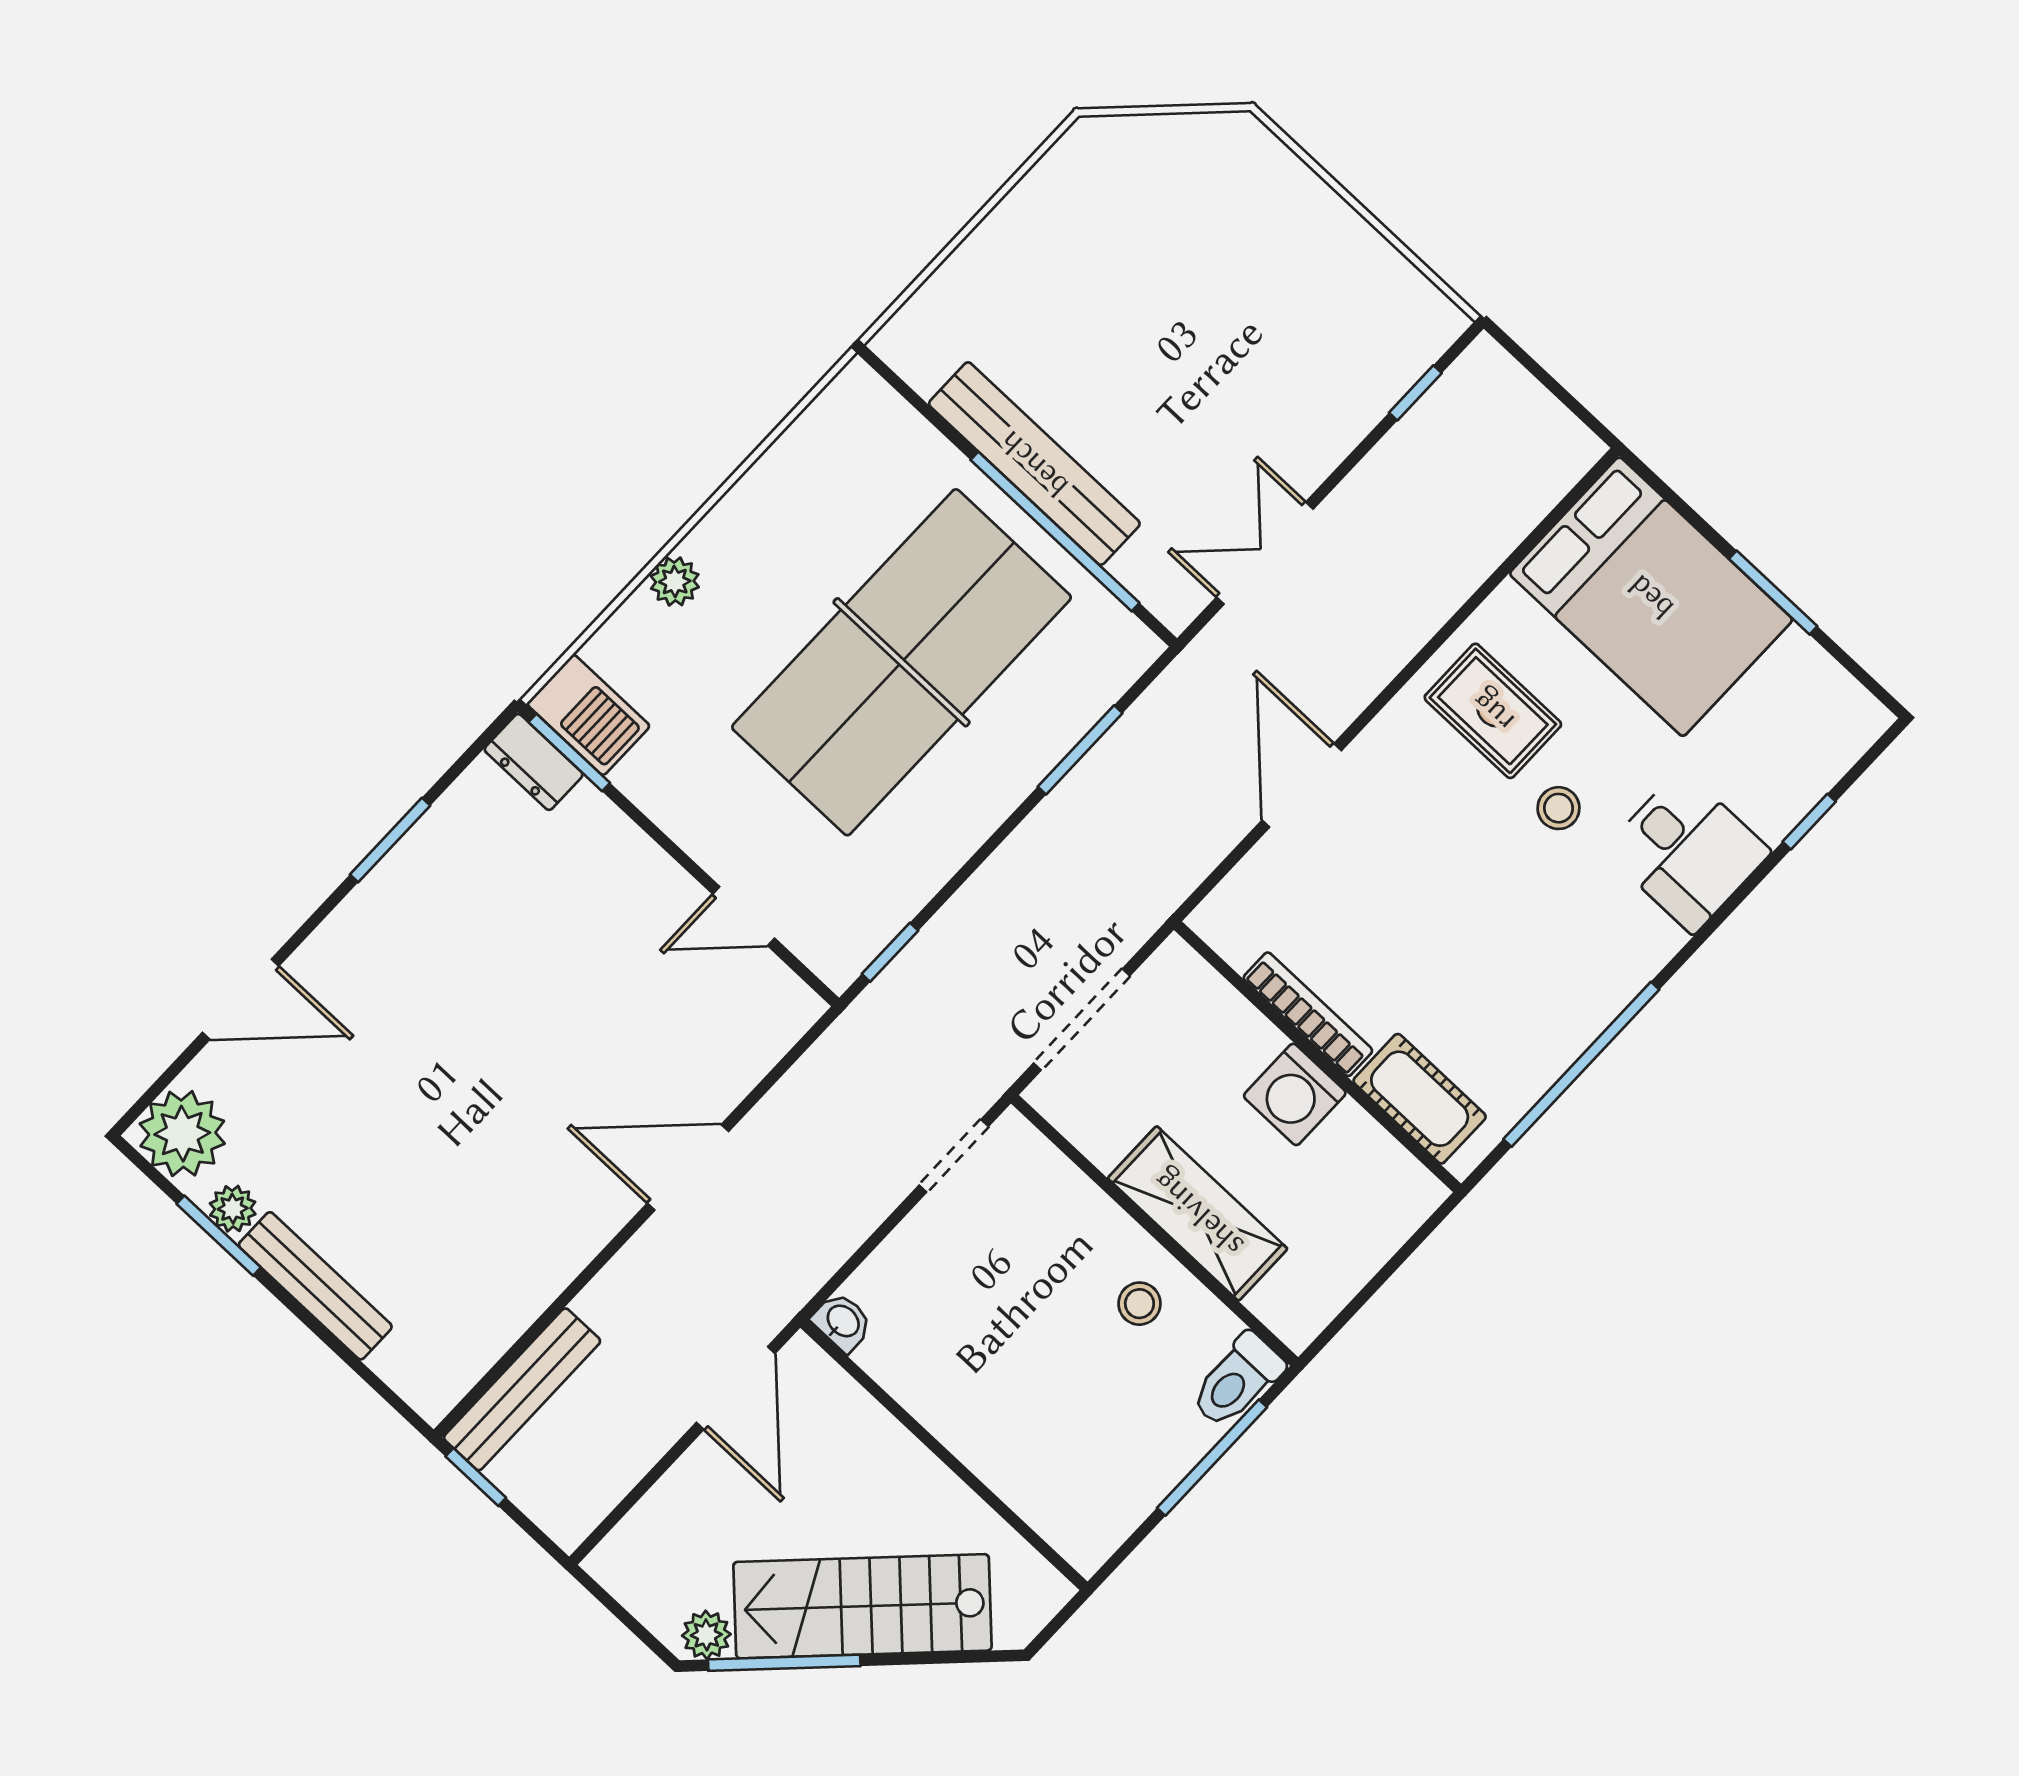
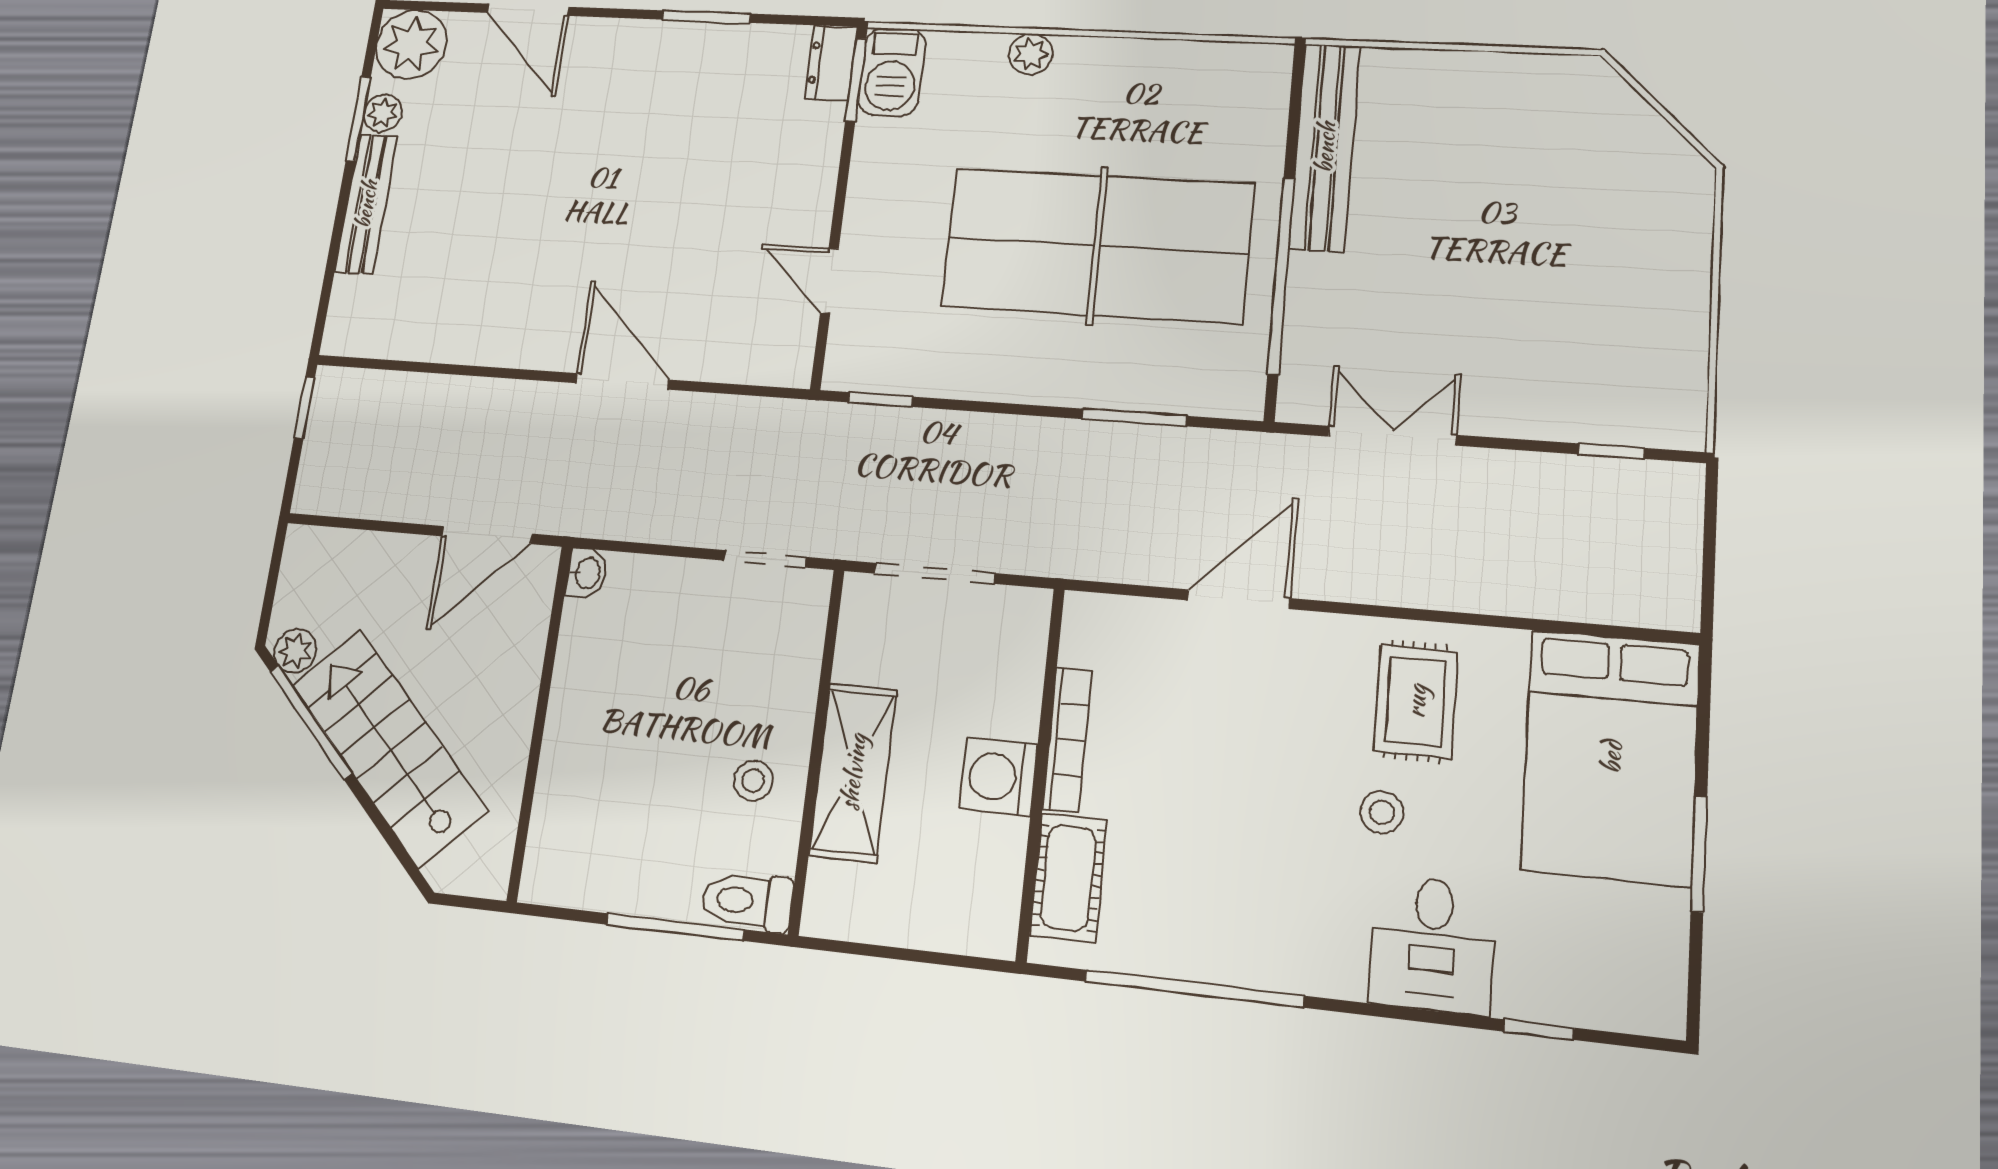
bench: (1034, 464) -> (1325, 147), moved
bench: (522, 1389) -> (387, 391), removed

